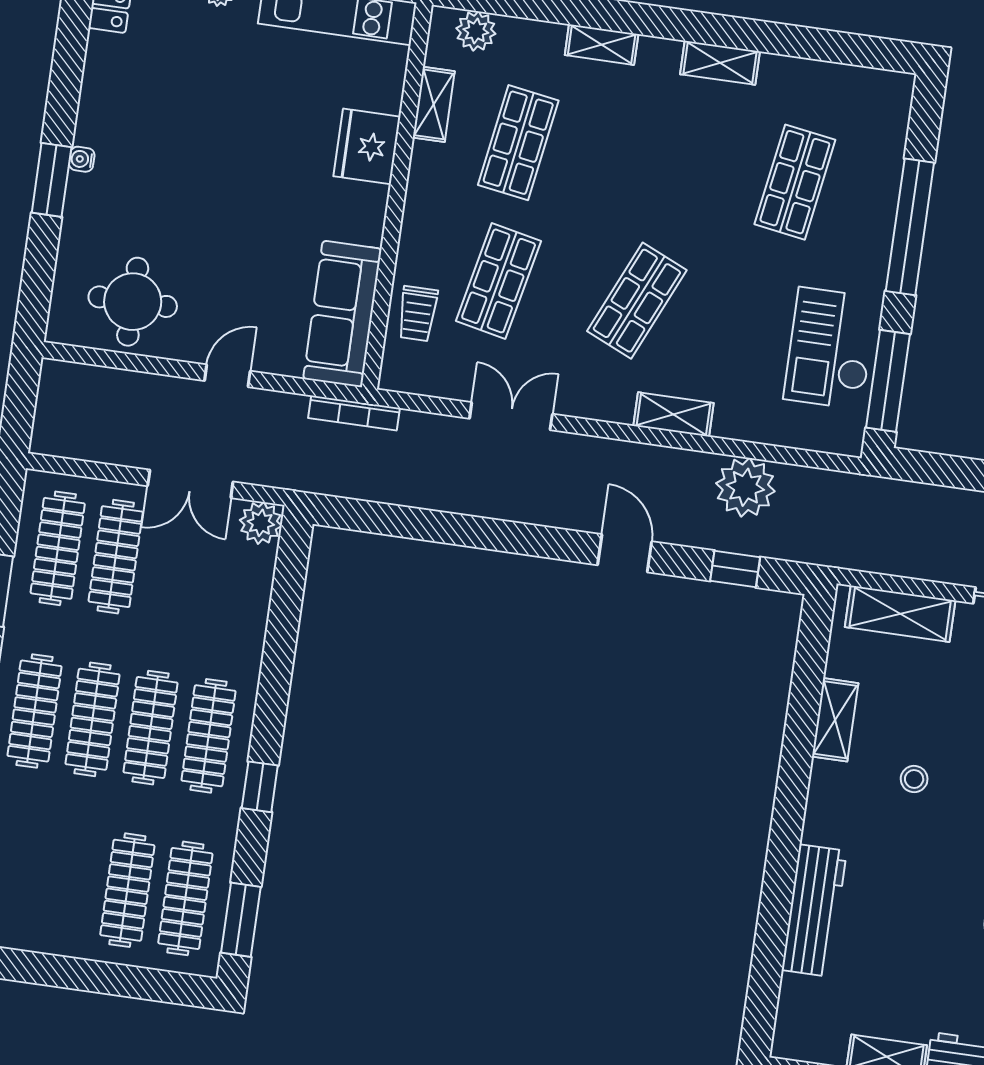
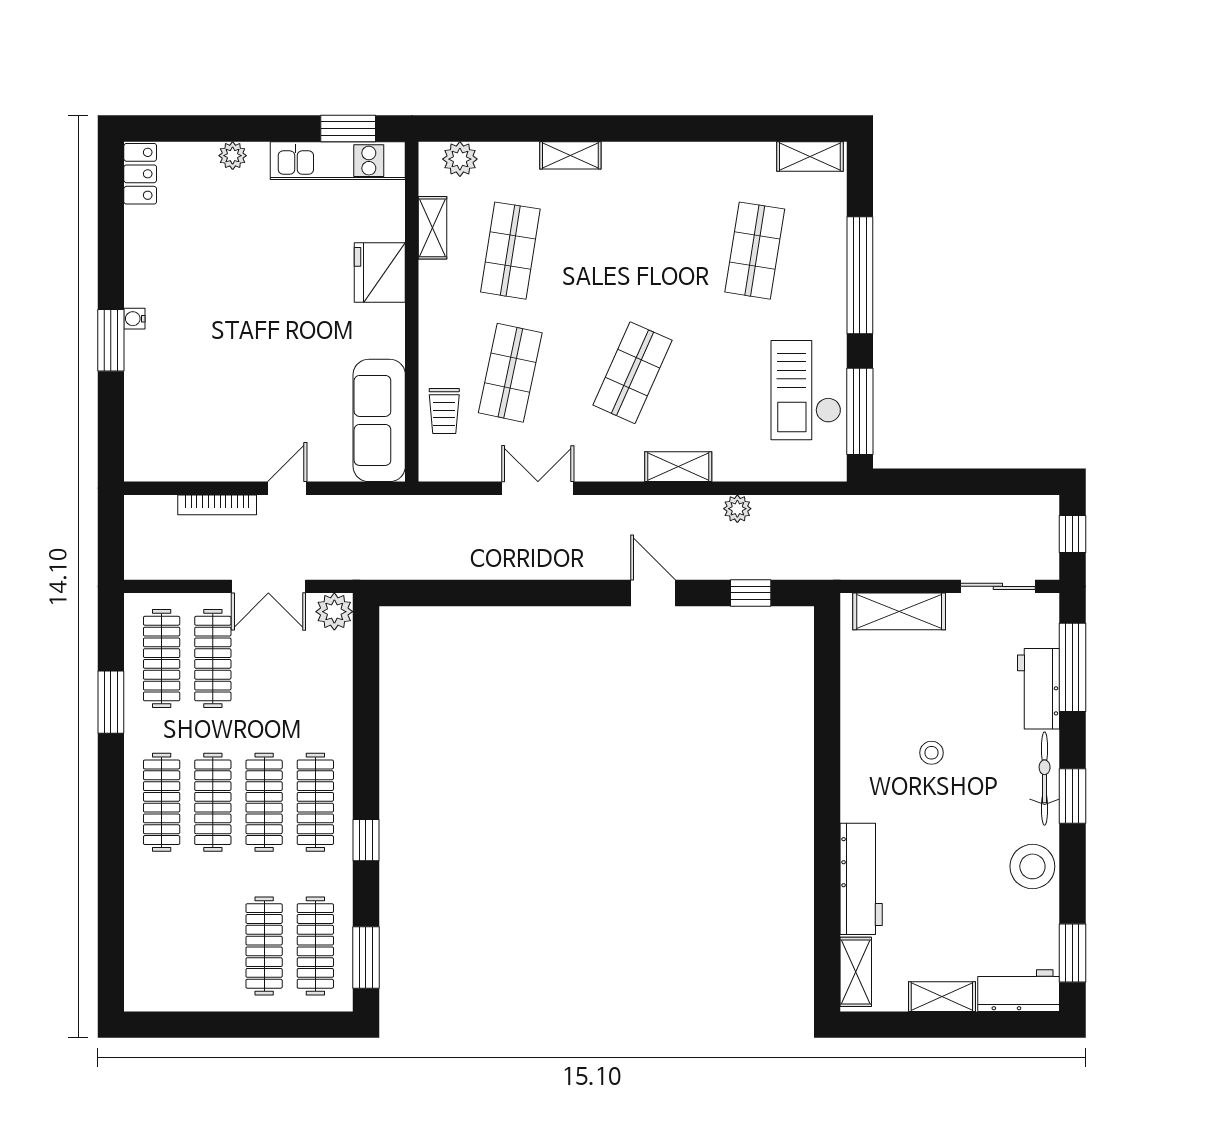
shelving: (720, 63) -> (810, 157), moved
round table: (133, 302) -> (196, 436), removed
bookcase: (354, 413) -> (217, 505), moved
plant: (745, 487) -> (737, 509), width x0.53, depth x0.53
shelving: (835, 720) -> (856, 972), moved

